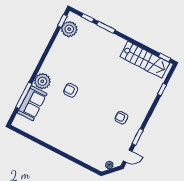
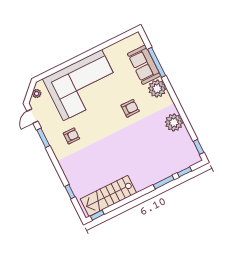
plant: (69, 29) -> (174, 122), moved
corner sofa: (79, 137) -> (82, 85), added

